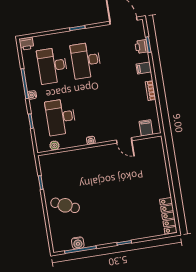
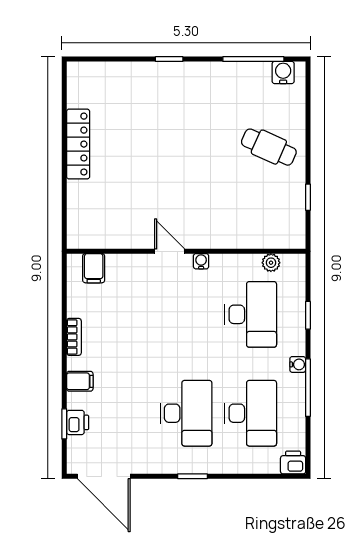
door: (124, 140) -> (170, 251), moved
locker: (168, 216) -> (78, 144), moved
water cooler: (78, 243) -> (283, 72), moved

